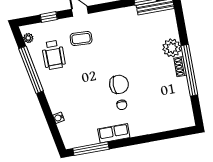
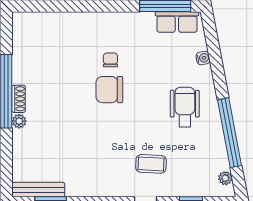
plant: (172, 48) -> (19, 121), width x0.53, depth x0.53
wheelchair: (54, 55) -> (185, 107), moved
row of seats: (114, 133) -> (177, 22), moved

